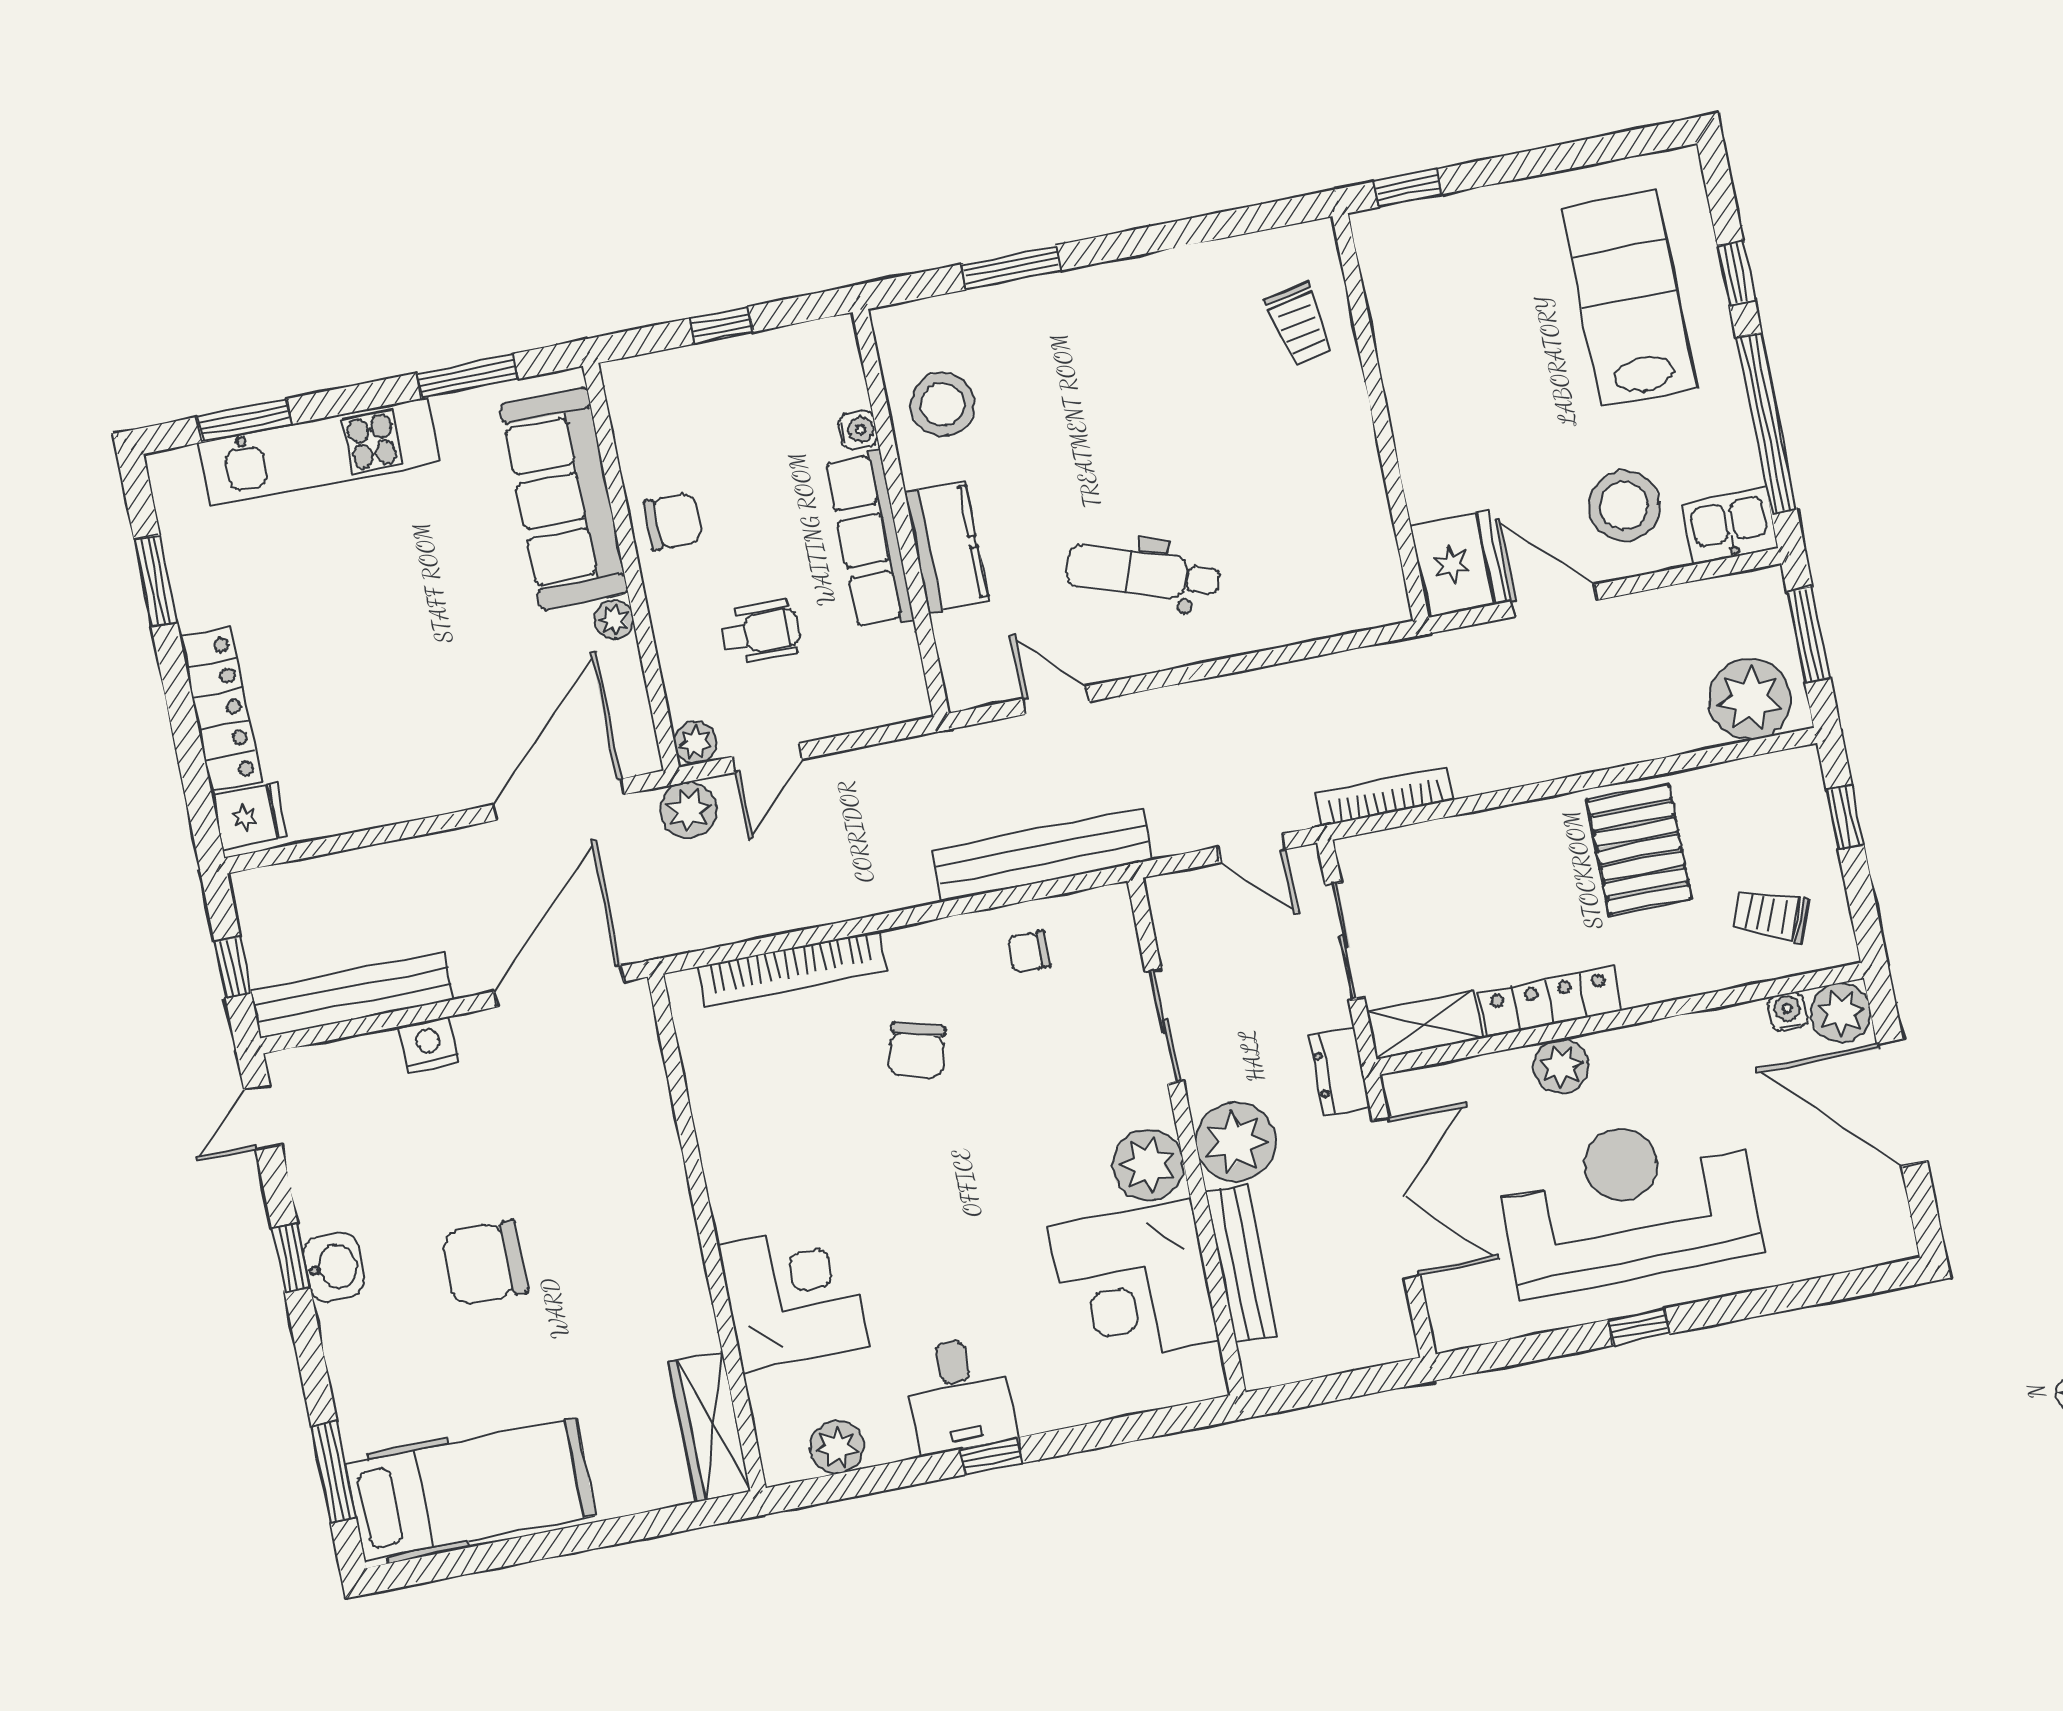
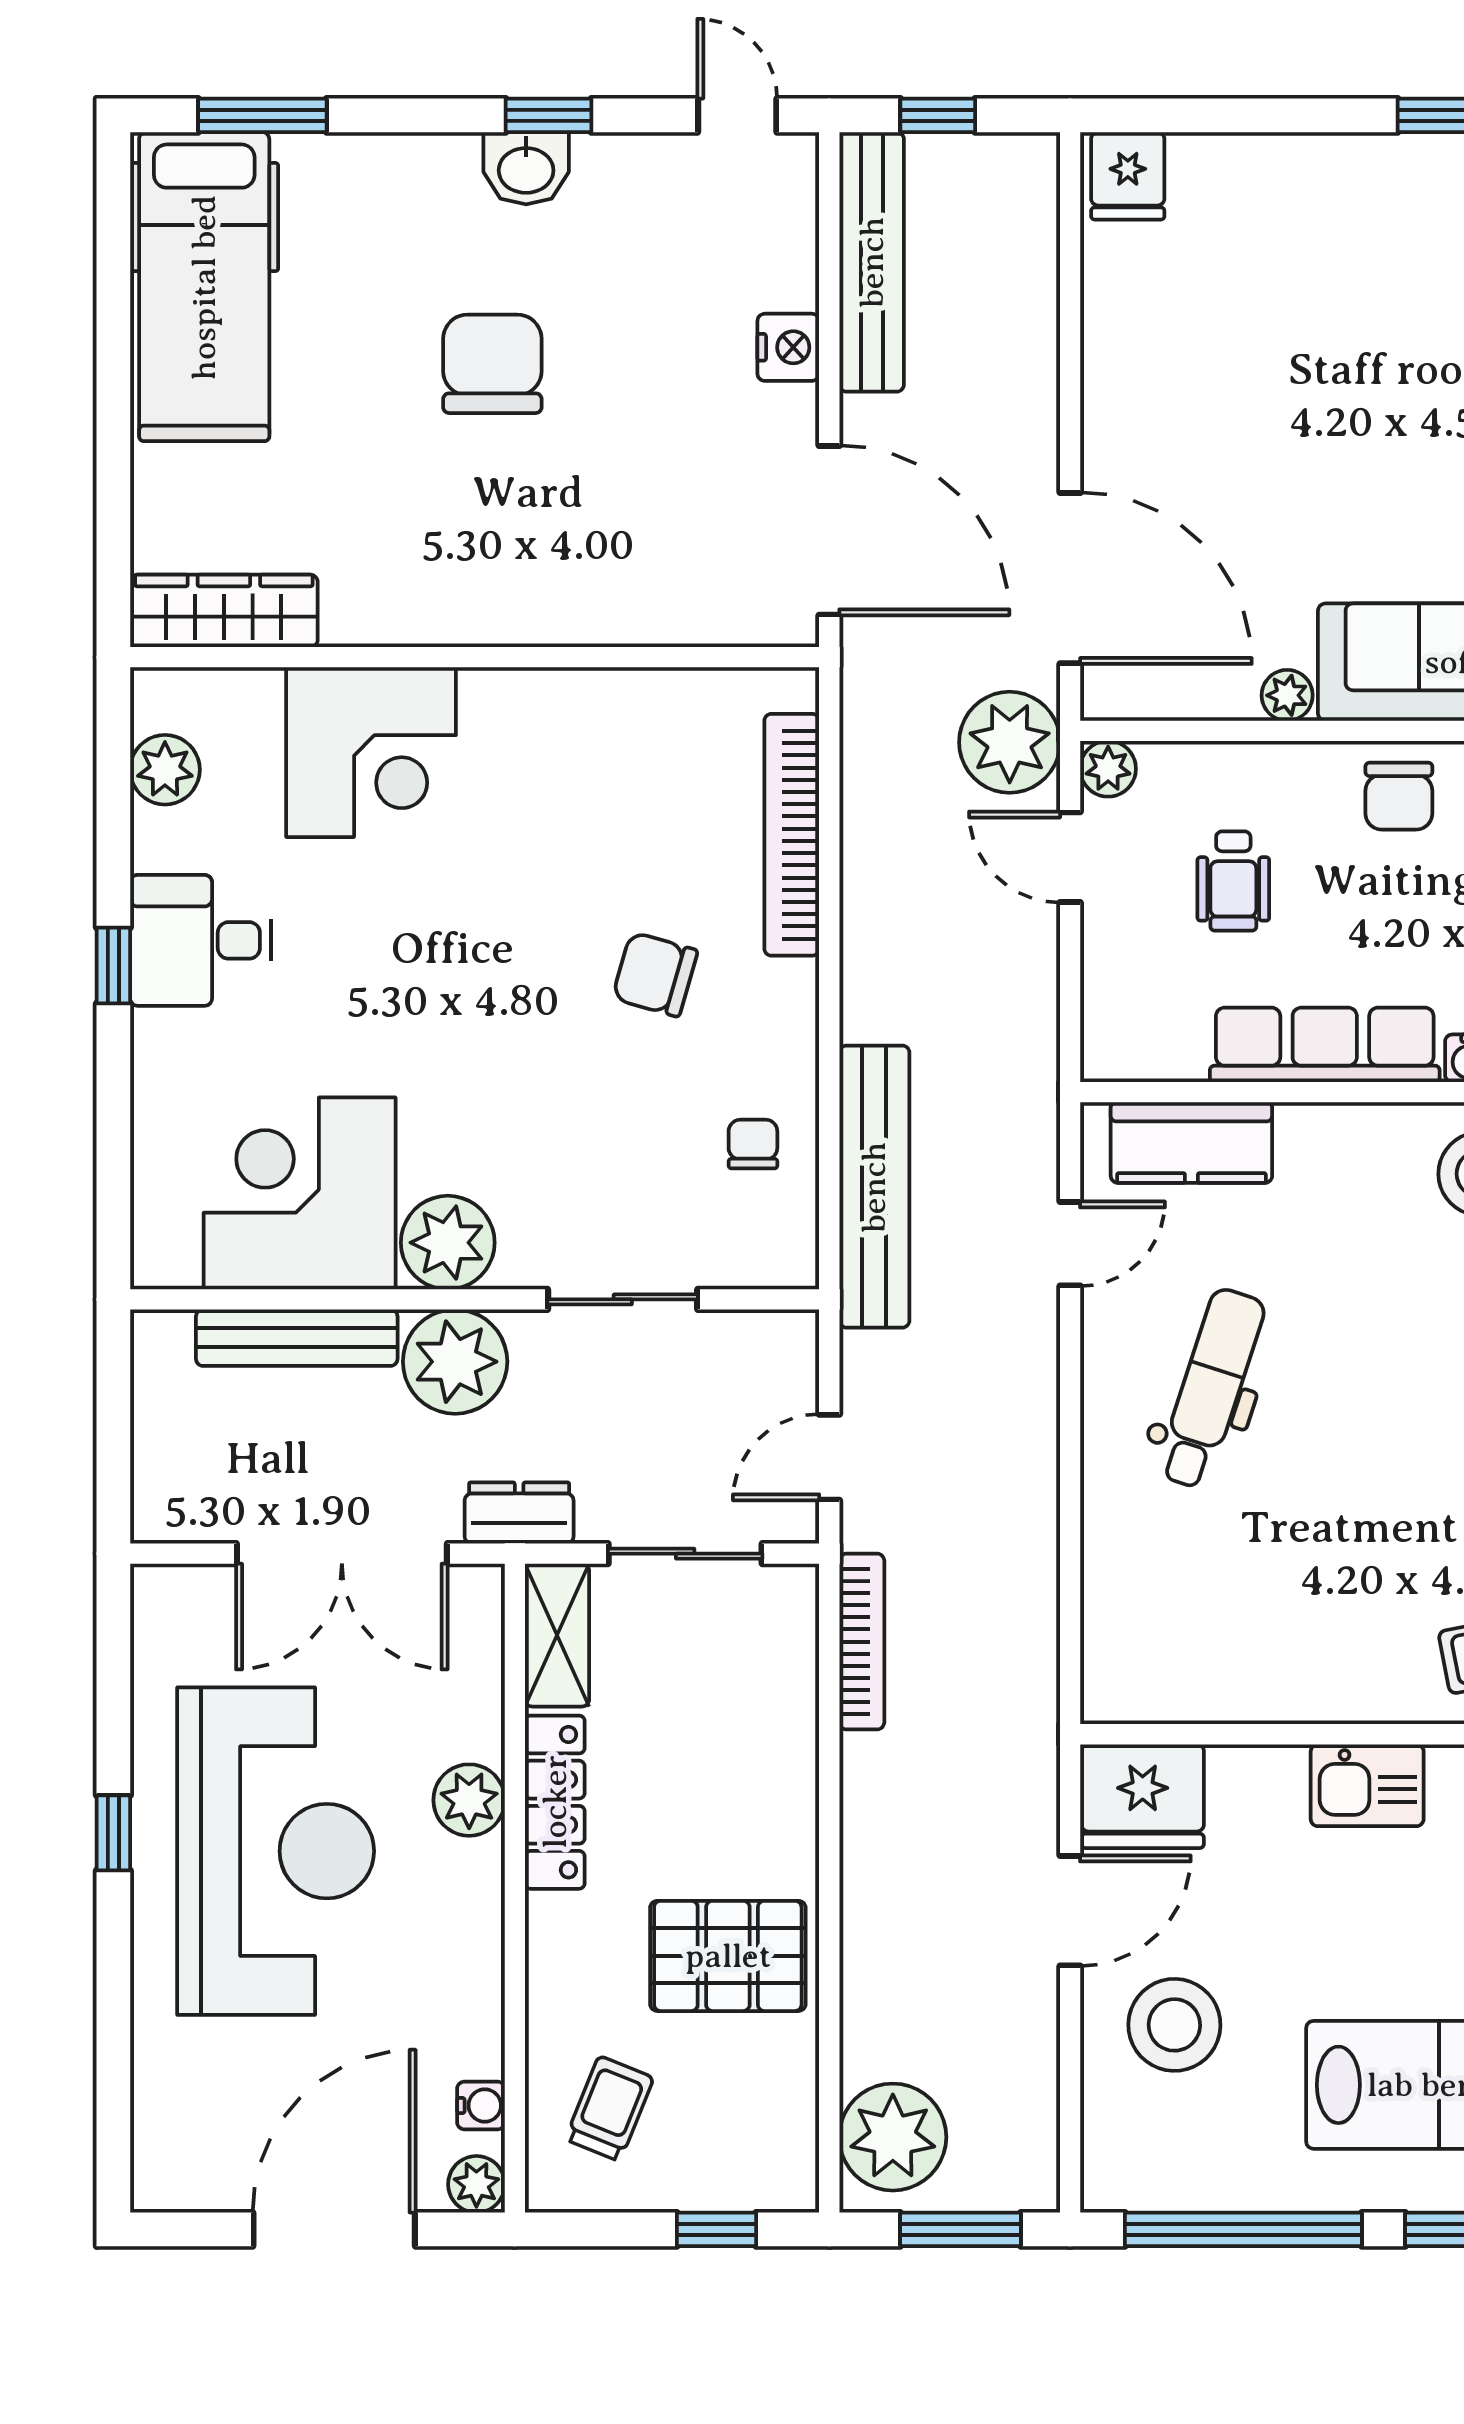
kitchen sink: (1730, 526) -> (1367, 1785), moved, turned 90
kitchen counter: (947, 547) -> (1191, 1142), moved
locker: (221, 709) -> (1273, 166), removed
plant: (688, 810) -> (1010, 742), width x1.36, depth x1.36
plant: (1841, 1013) -> (476, 2184), width x0.73, depth x0.73

